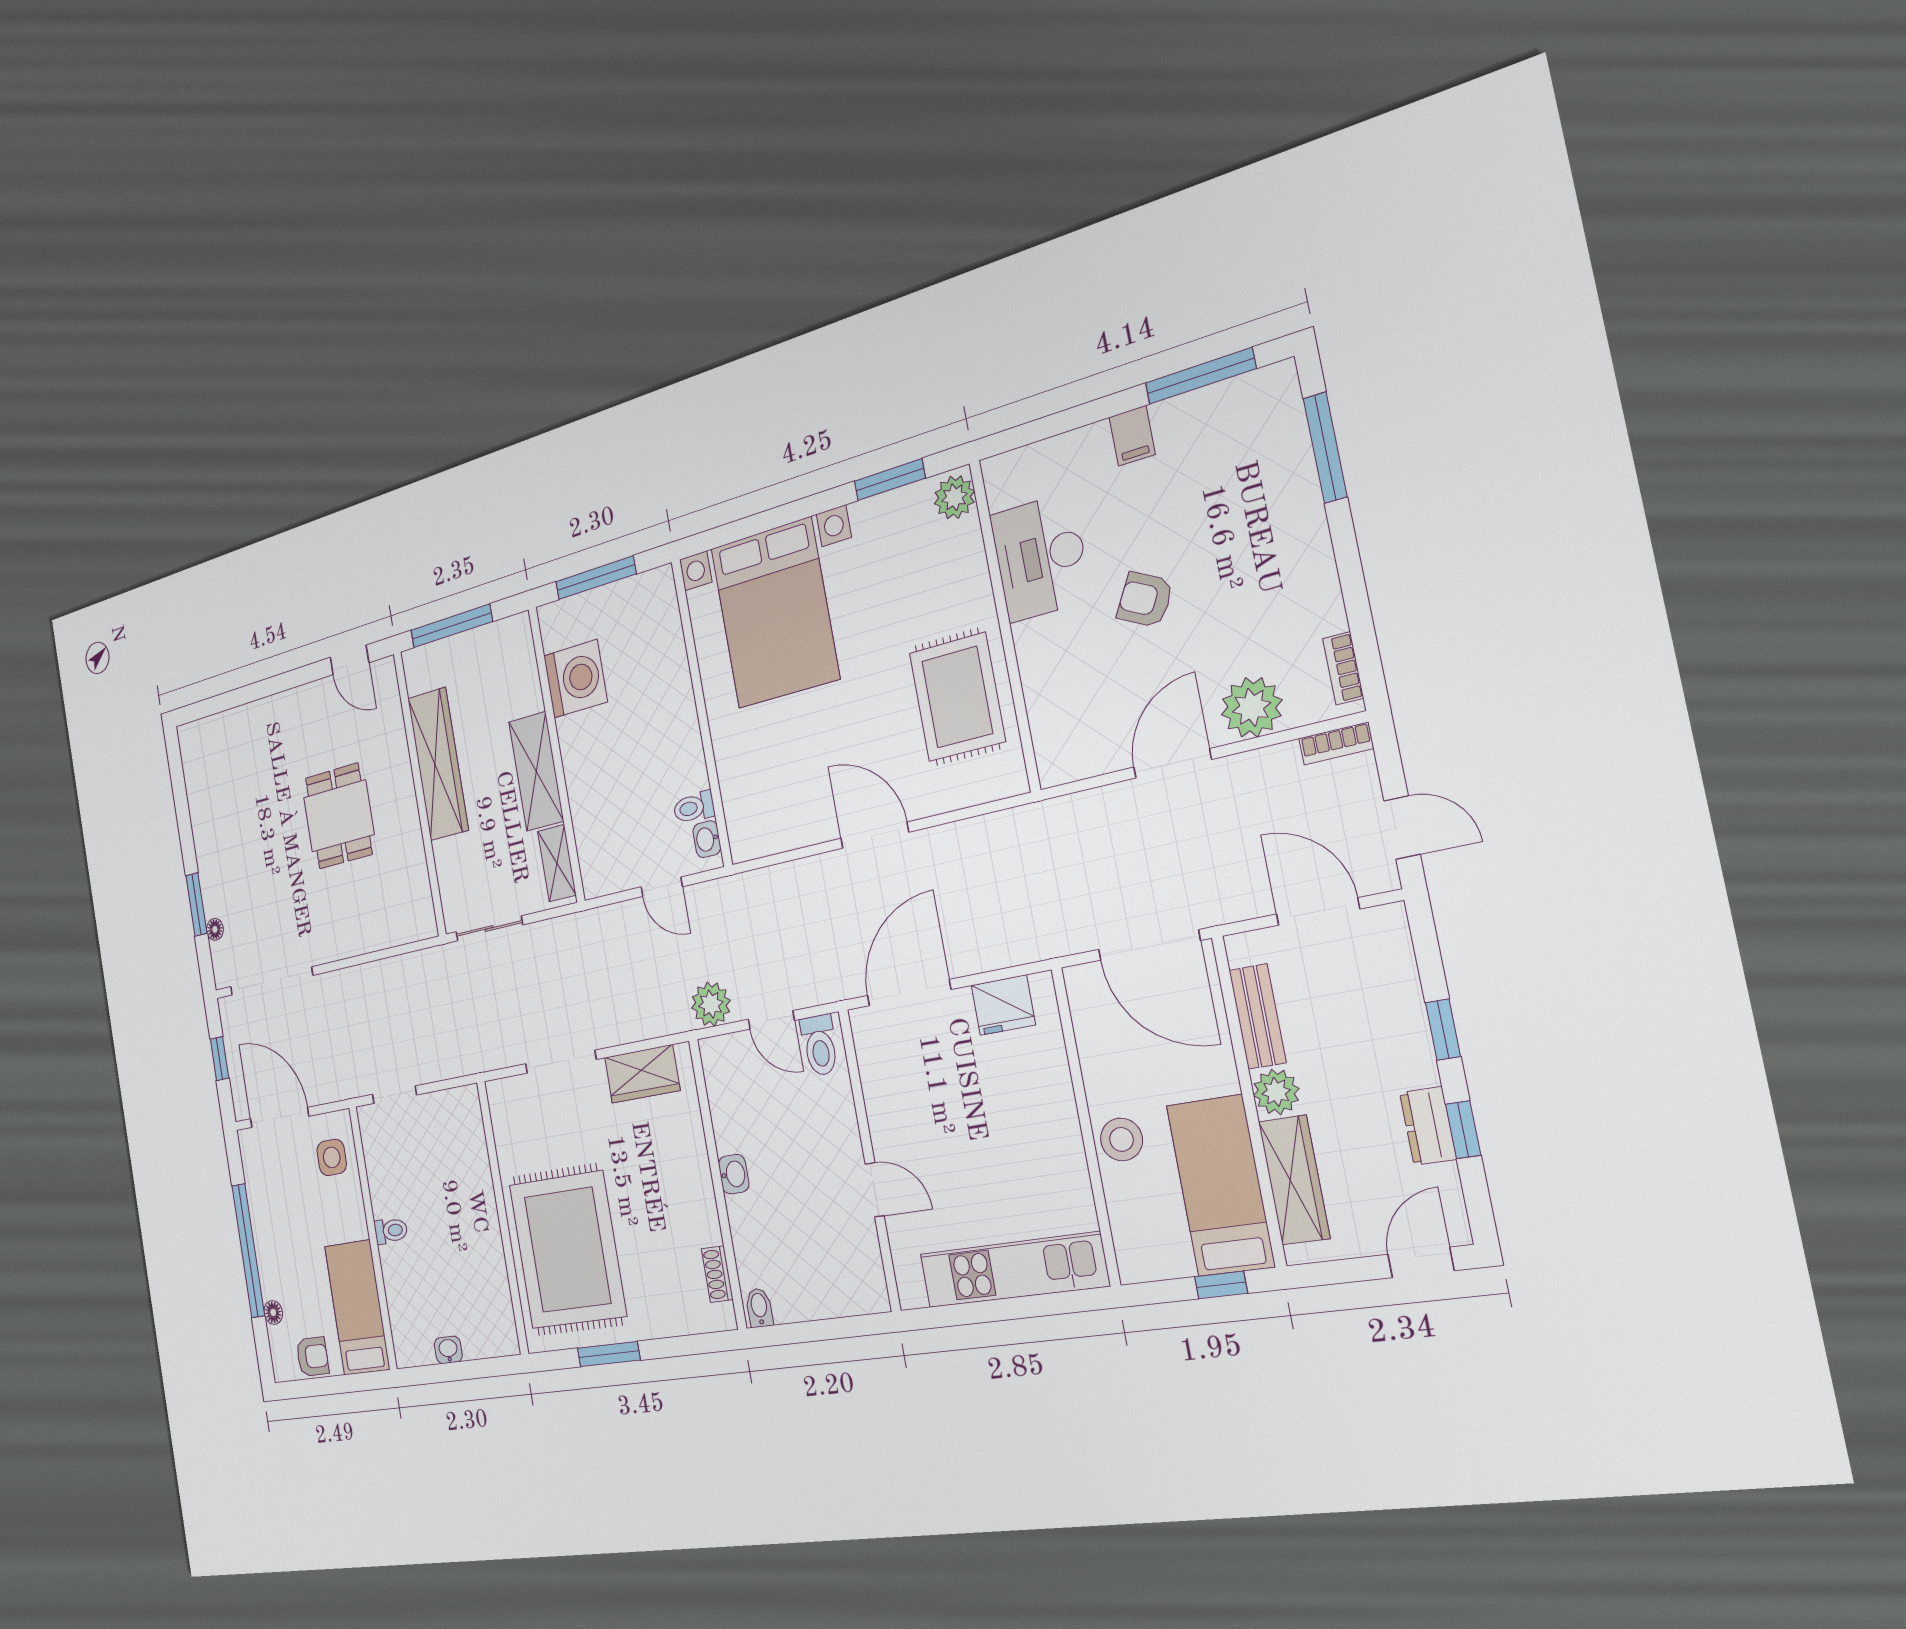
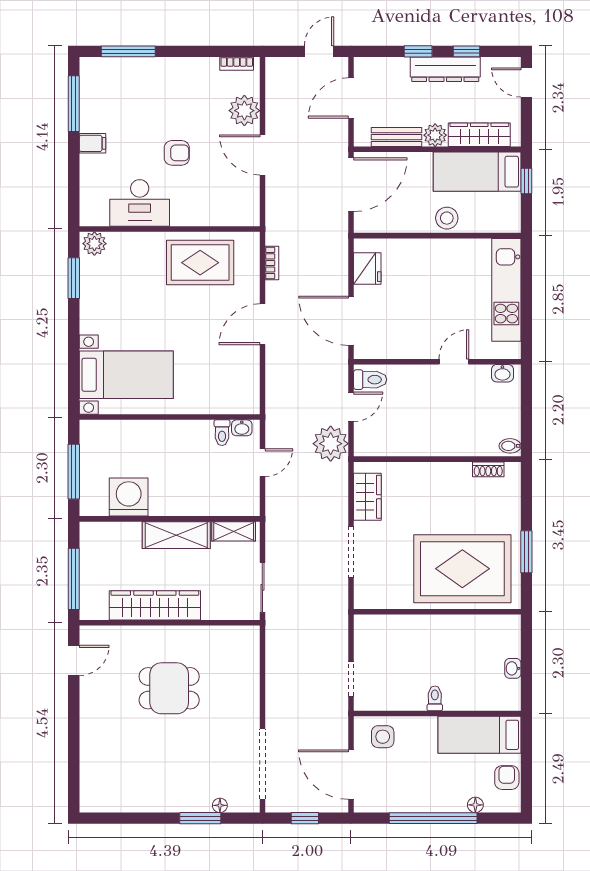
armchair: (1145, 600) -> (177, 153), turned -118
bed with nightstands: (775, 613) -> (126, 375), width x0.73
bookcase: (1336, 743) -> (272, 263), moved
plant: (711, 1004) -> (331, 444), width x1.36, depth x1.36
door: (279, 1117) -> (351, 775), hinge flipped
dresser: (1428, 1126) -> (445, 69), width x1.96, depth x1.24
washbasin: (734, 1174) -> (502, 373), moved, turned 180

